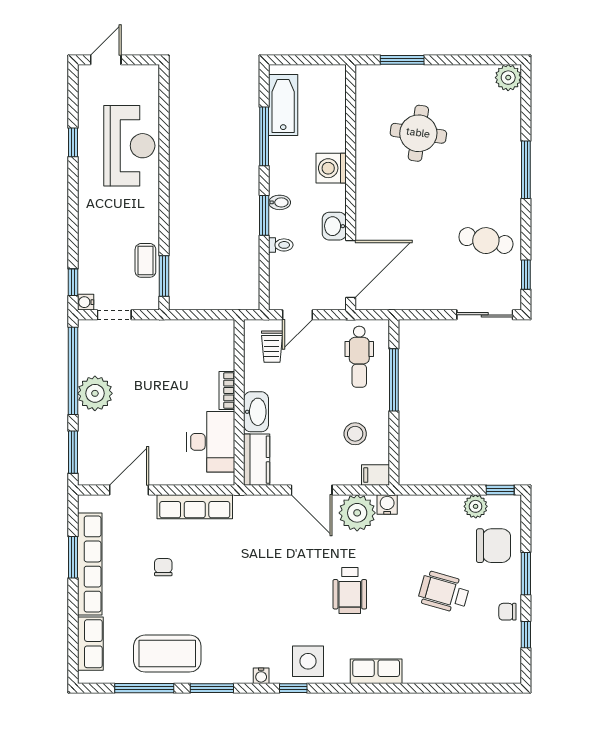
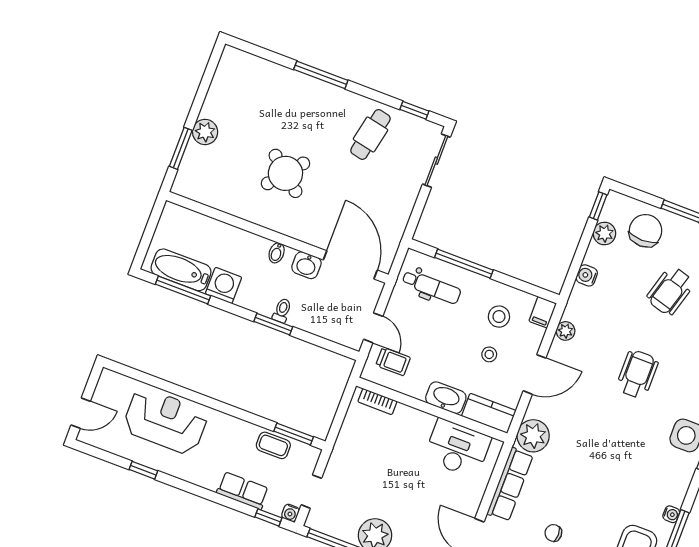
door: (106, 60) -> (81, 413), swing flipped
plant: (508, 78) -> (205, 132), moved
round table: (418, 133) -> (285, 173), moved, turned 32
window: (264, 136) -> (183, 290), moved
washing machine: (331, 168) -> (224, 285), moved, turned 180
bidet: (280, 202) -> (277, 253), moved, turned 180
toilet: (281, 245) -> (282, 310), moved
row of seats: (90, 247) -> (243, 491), added
bookcase: (227, 390) -> (377, 402), moved
stool: (314, 438) -> (489, 354), added
water cooler: (387, 505) -> (587, 275), moved
plant: (251, 511) -> (533, 436), added
plant: (357, 513) -> (566, 331), width x0.53, depth x0.53
wheelchair: (350, 591) -> (637, 374), turned -90
water cooler: (261, 676) -> (671, 514), moved

